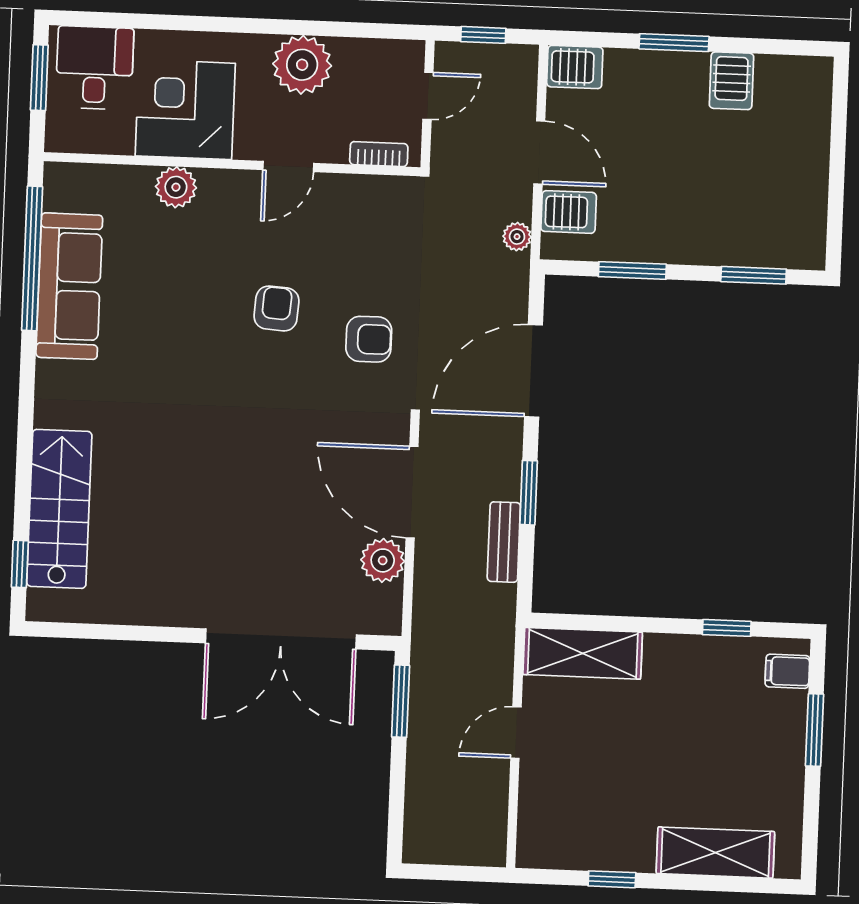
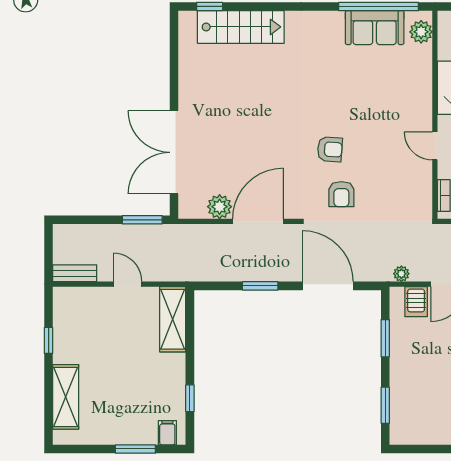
plant: (176, 187) -> (421, 32), moved
sofa: (69, 286) -> (375, 28), width x0.73
armchair: (276, 308) -> (330, 149), moved
bench: (504, 542) -> (75, 273), moved

